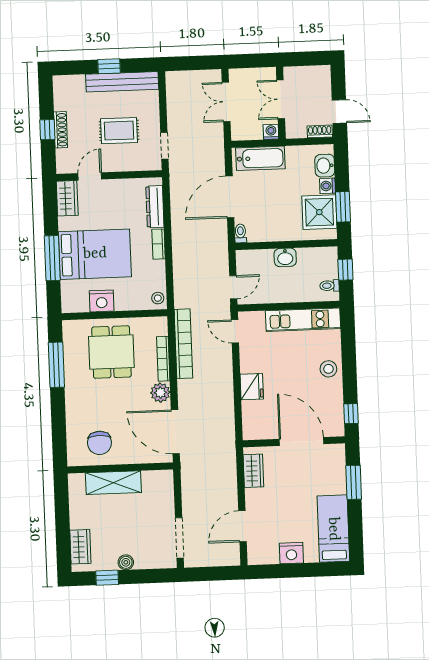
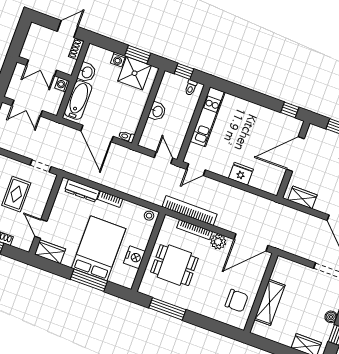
washbasin: (325, 166) -> (87, 72), moved, turned -90
stool: (328, 369) -> (251, 113), removed

